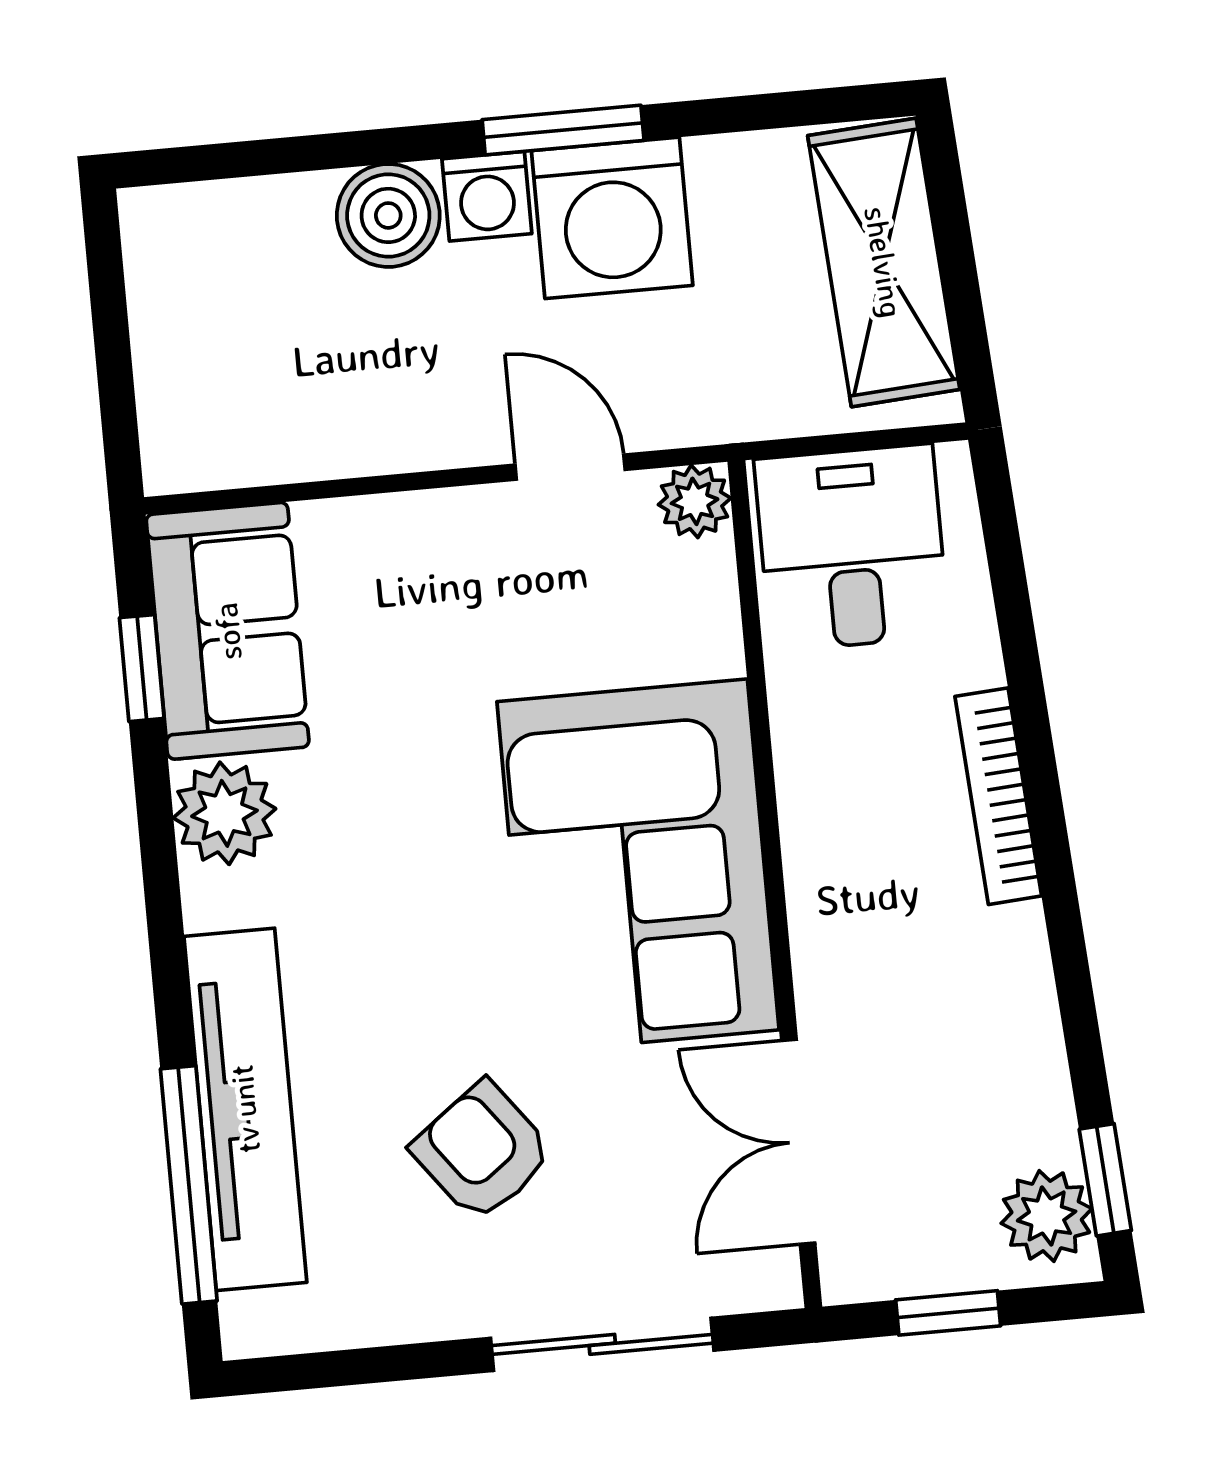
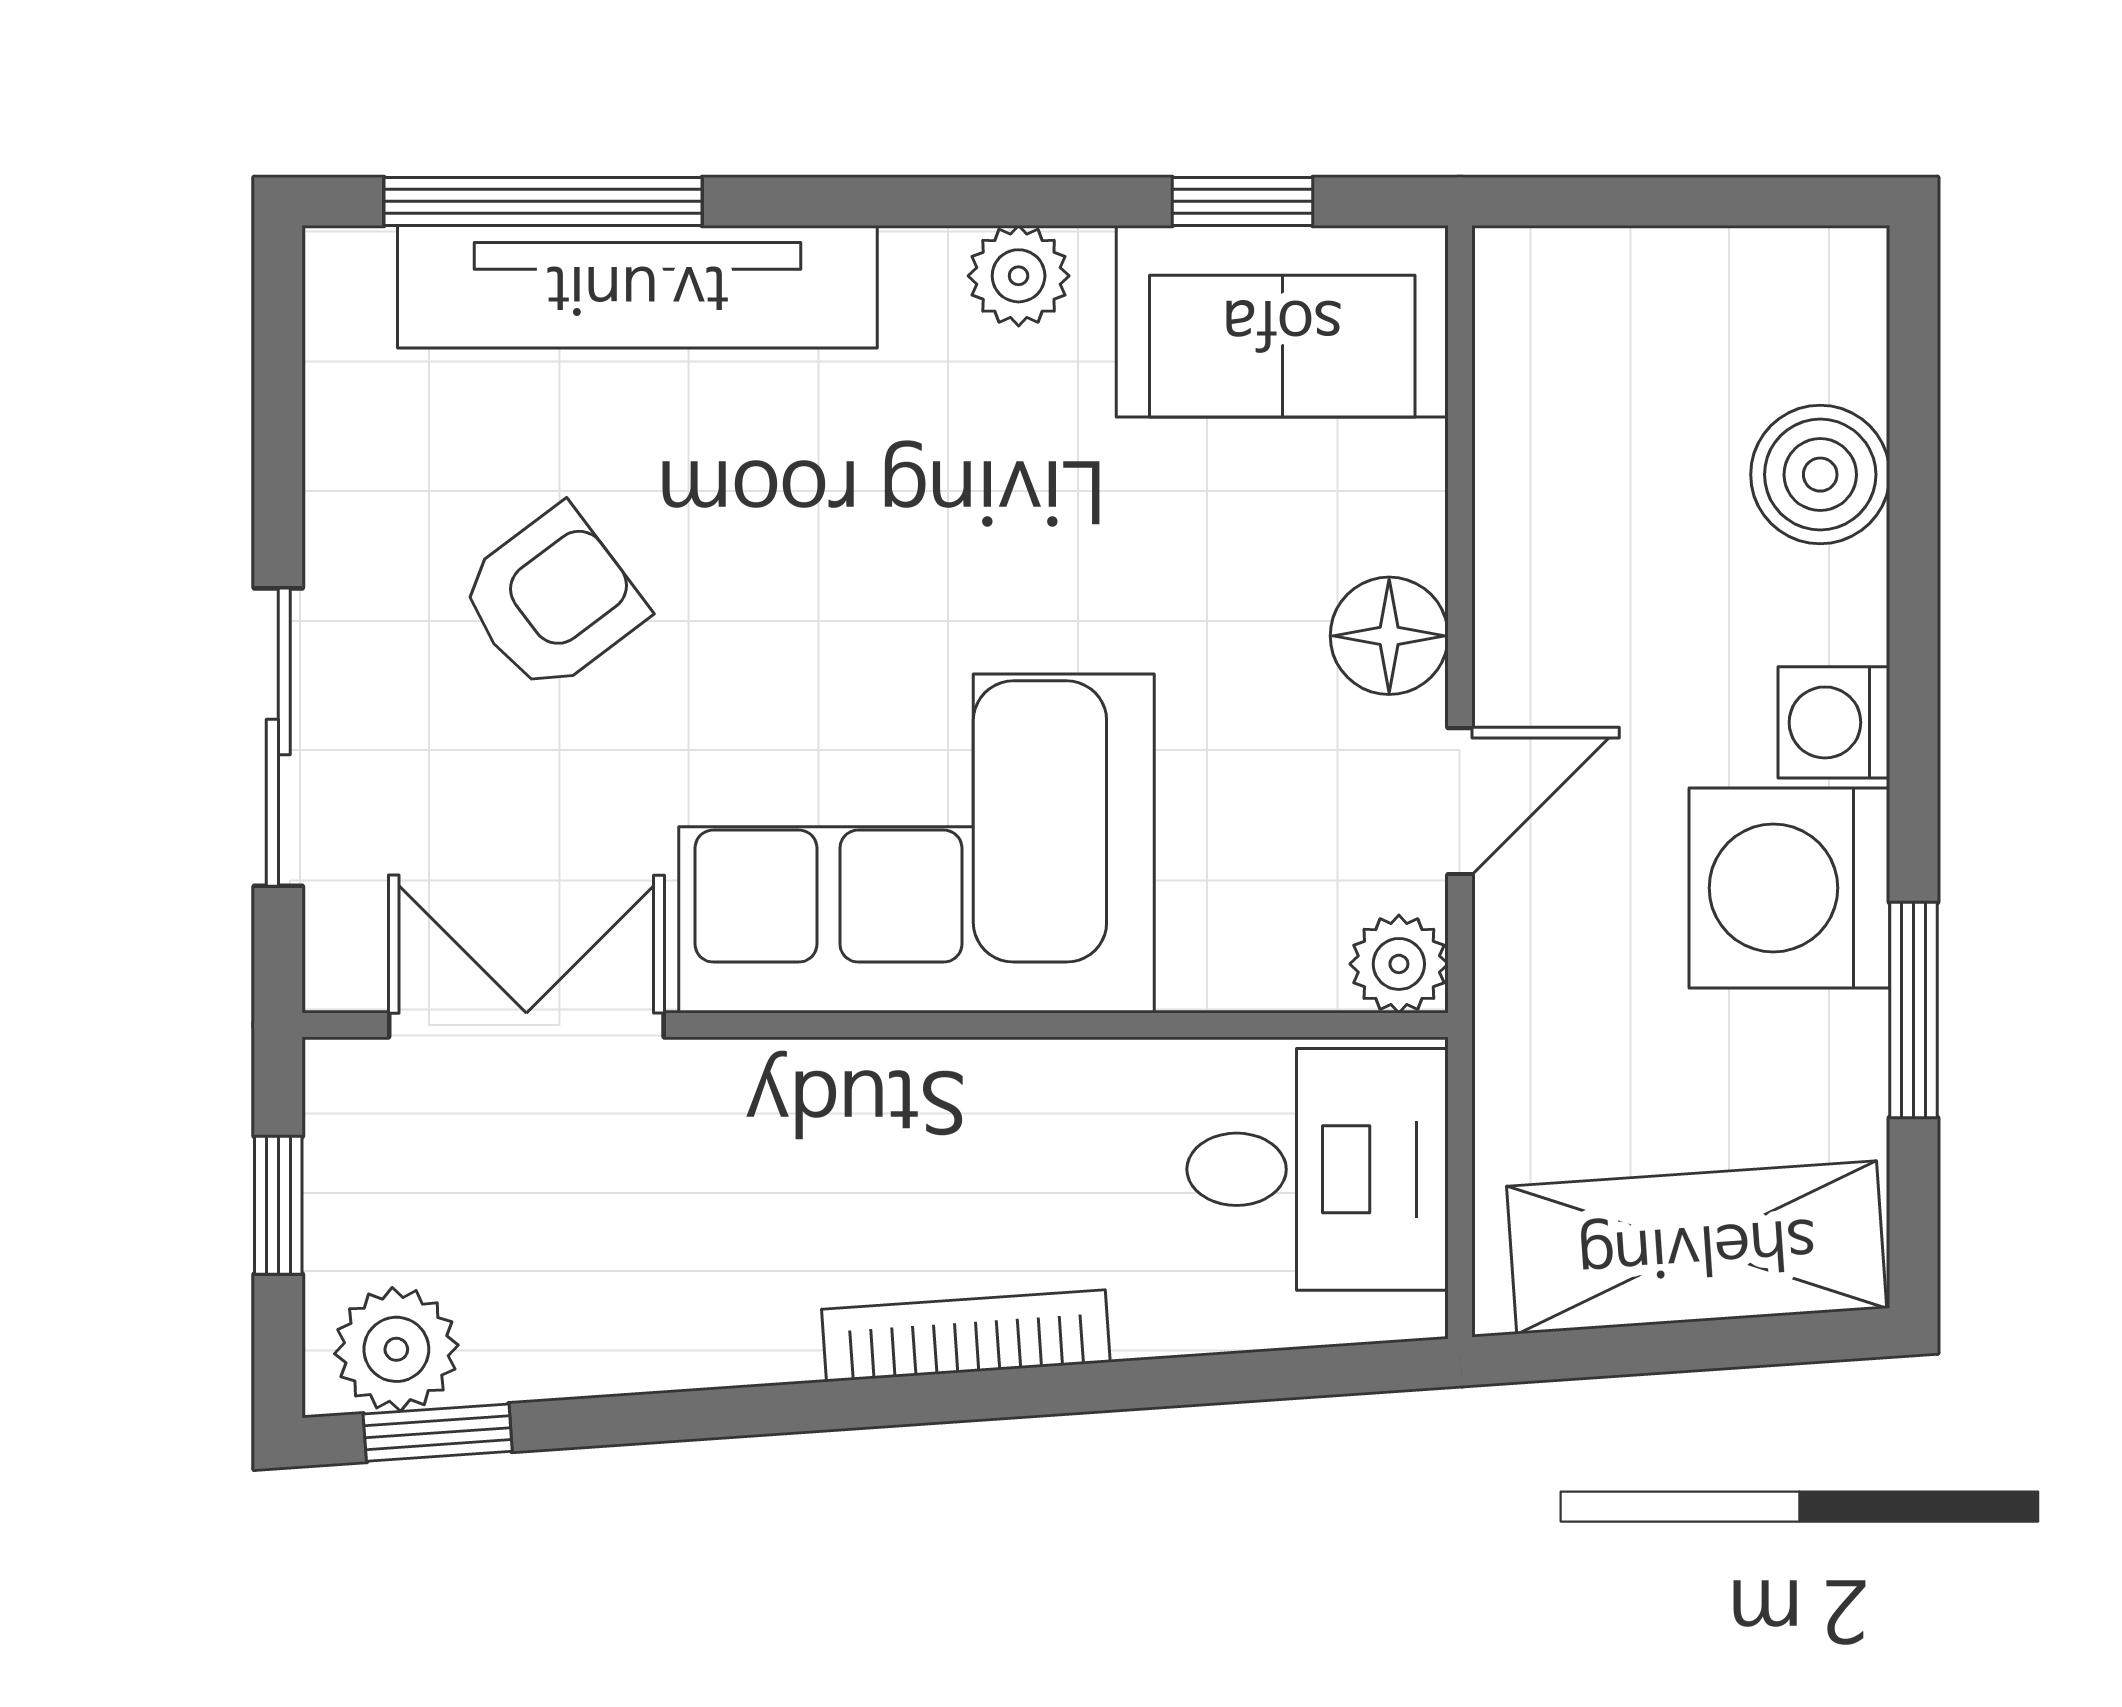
window: (563, 130) -> (1914, 1010), moved
boiler: (388, 215) -> (1820, 475), moved
floor lamp: (453, 531) -> (1389, 636), added
plant: (224, 813) -> (1019, 276), width x0.73, depth x0.73

